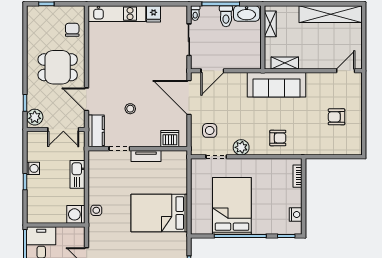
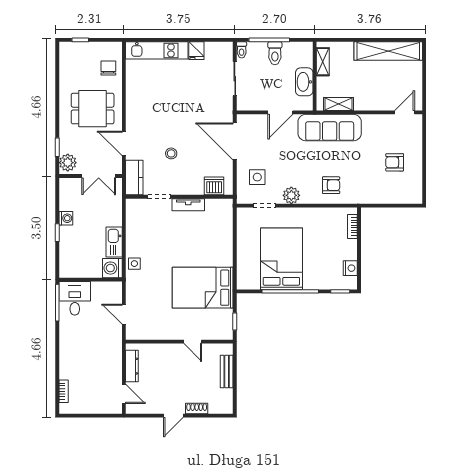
washbasin: (247, 13) -> (304, 82), moved, turned 90
door: (212, 71) -> (280, 112), moved
kitchen sink: (77, 174) -> (114, 242), moved
bed: (159, 213) -> (203, 288), moved

